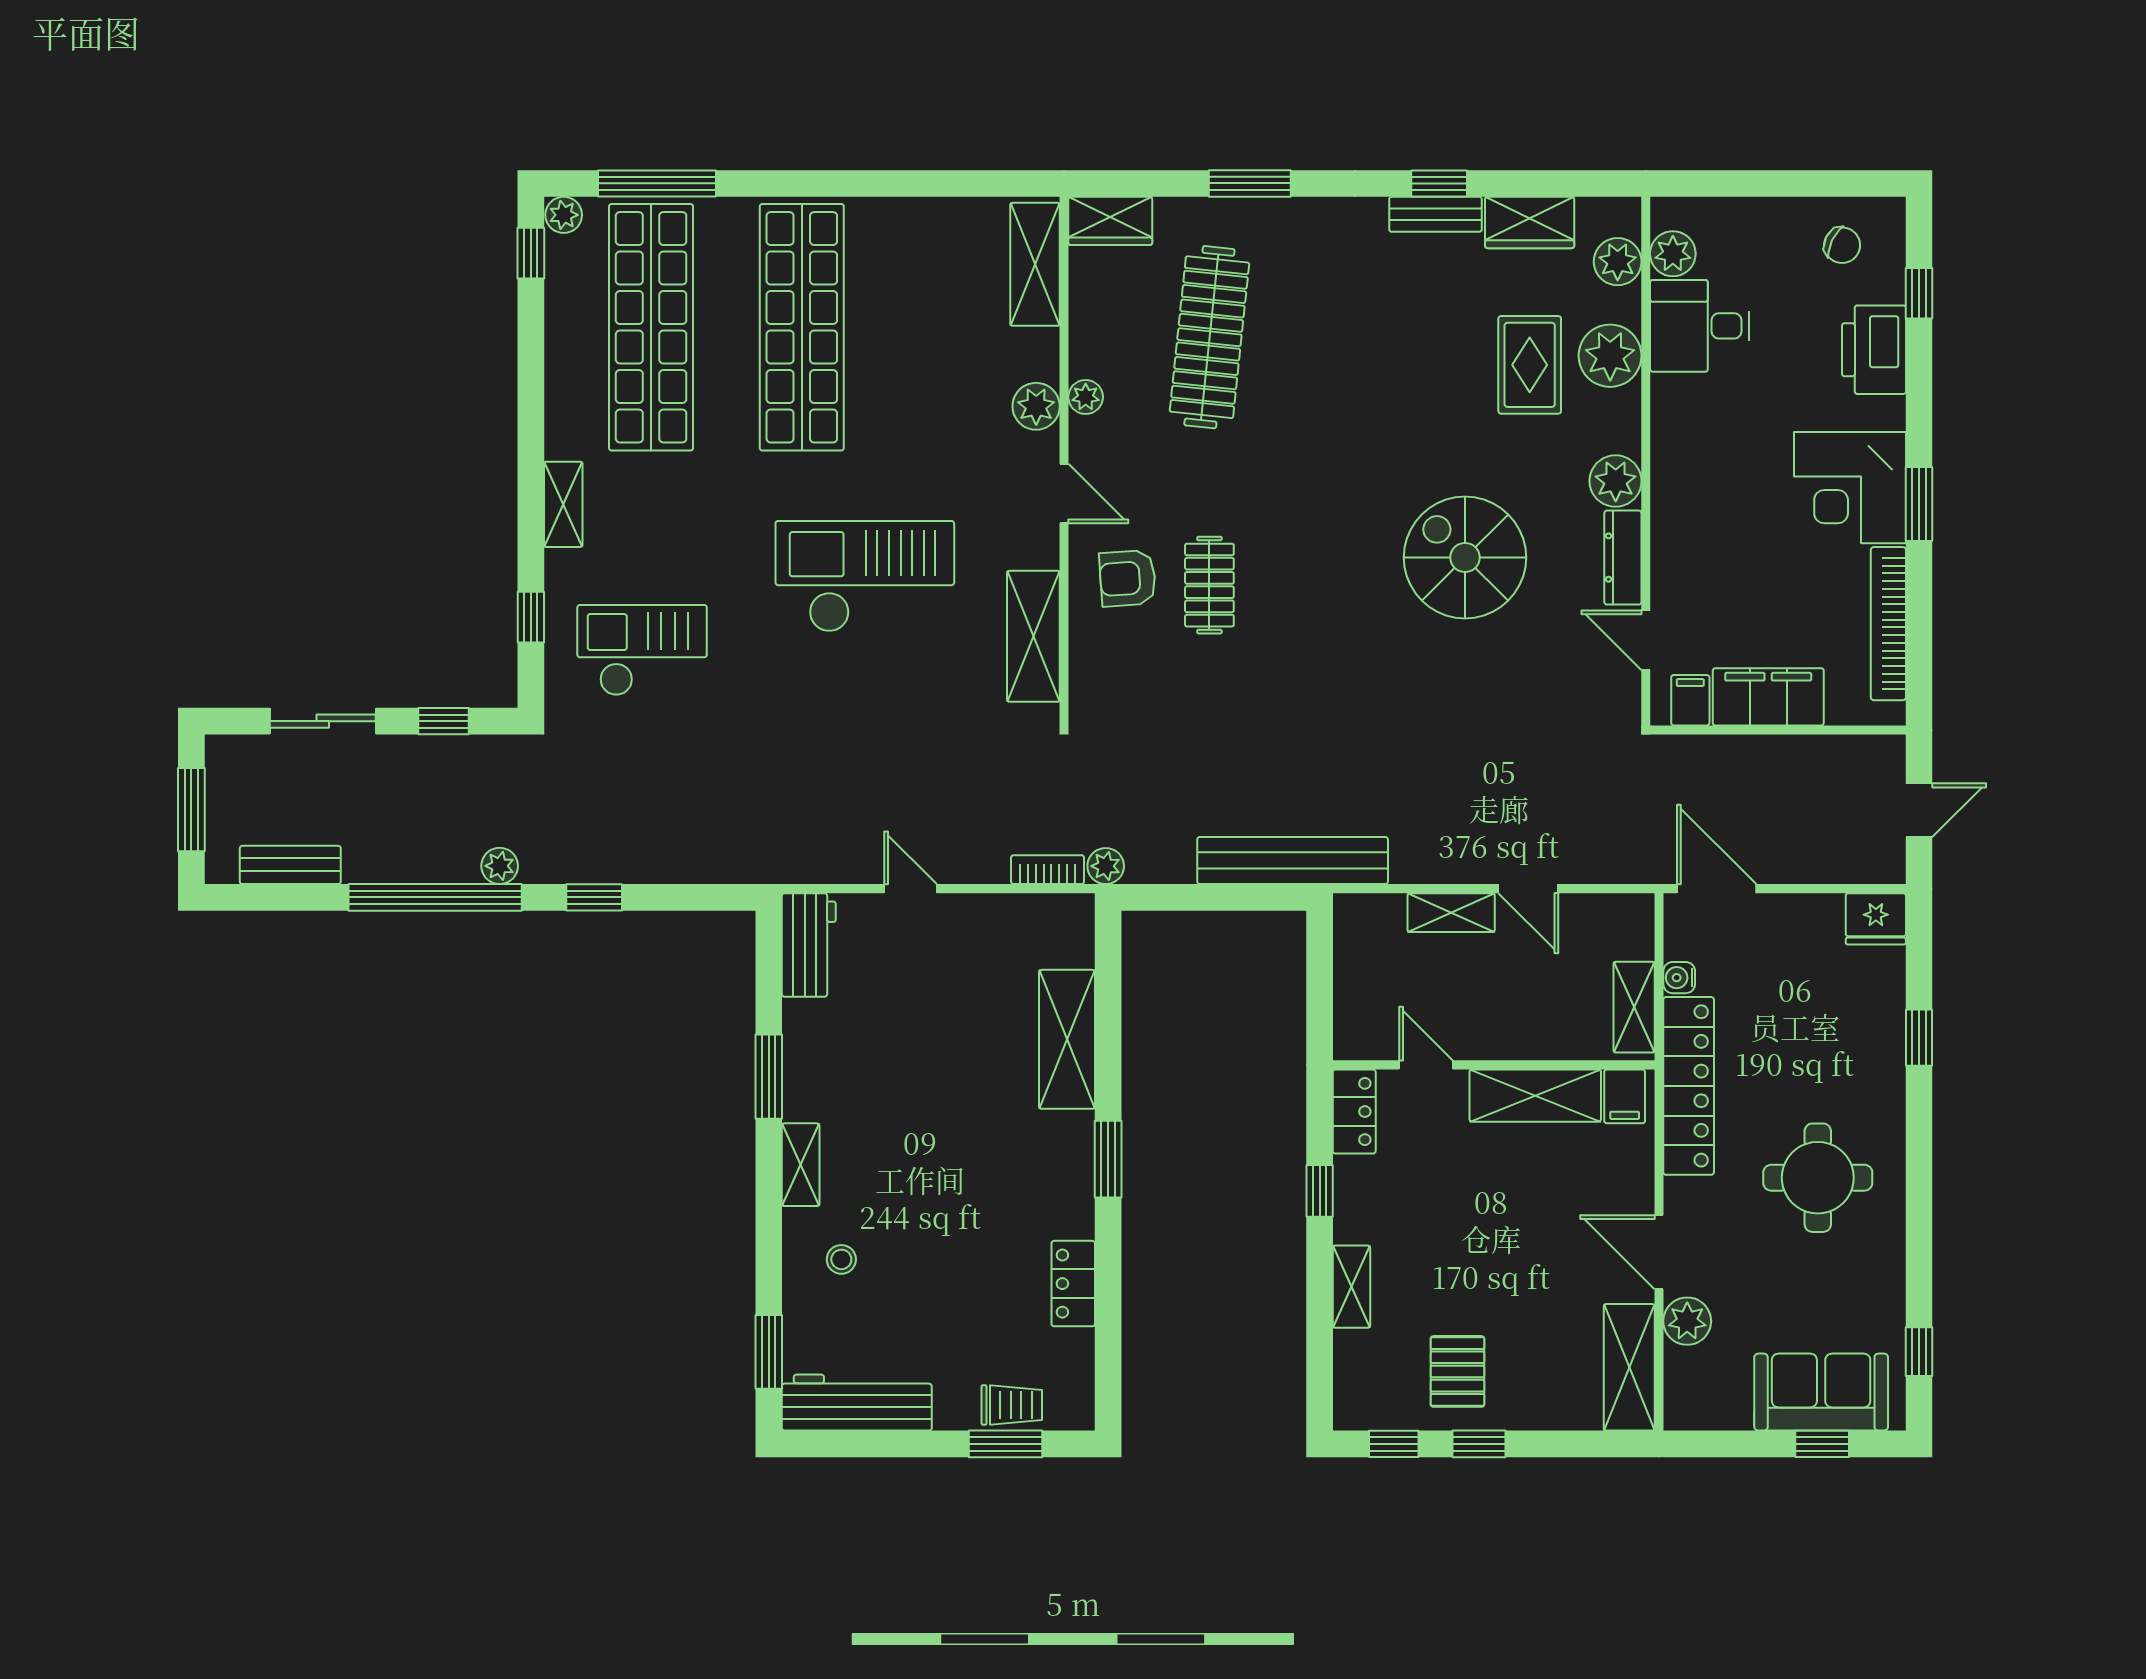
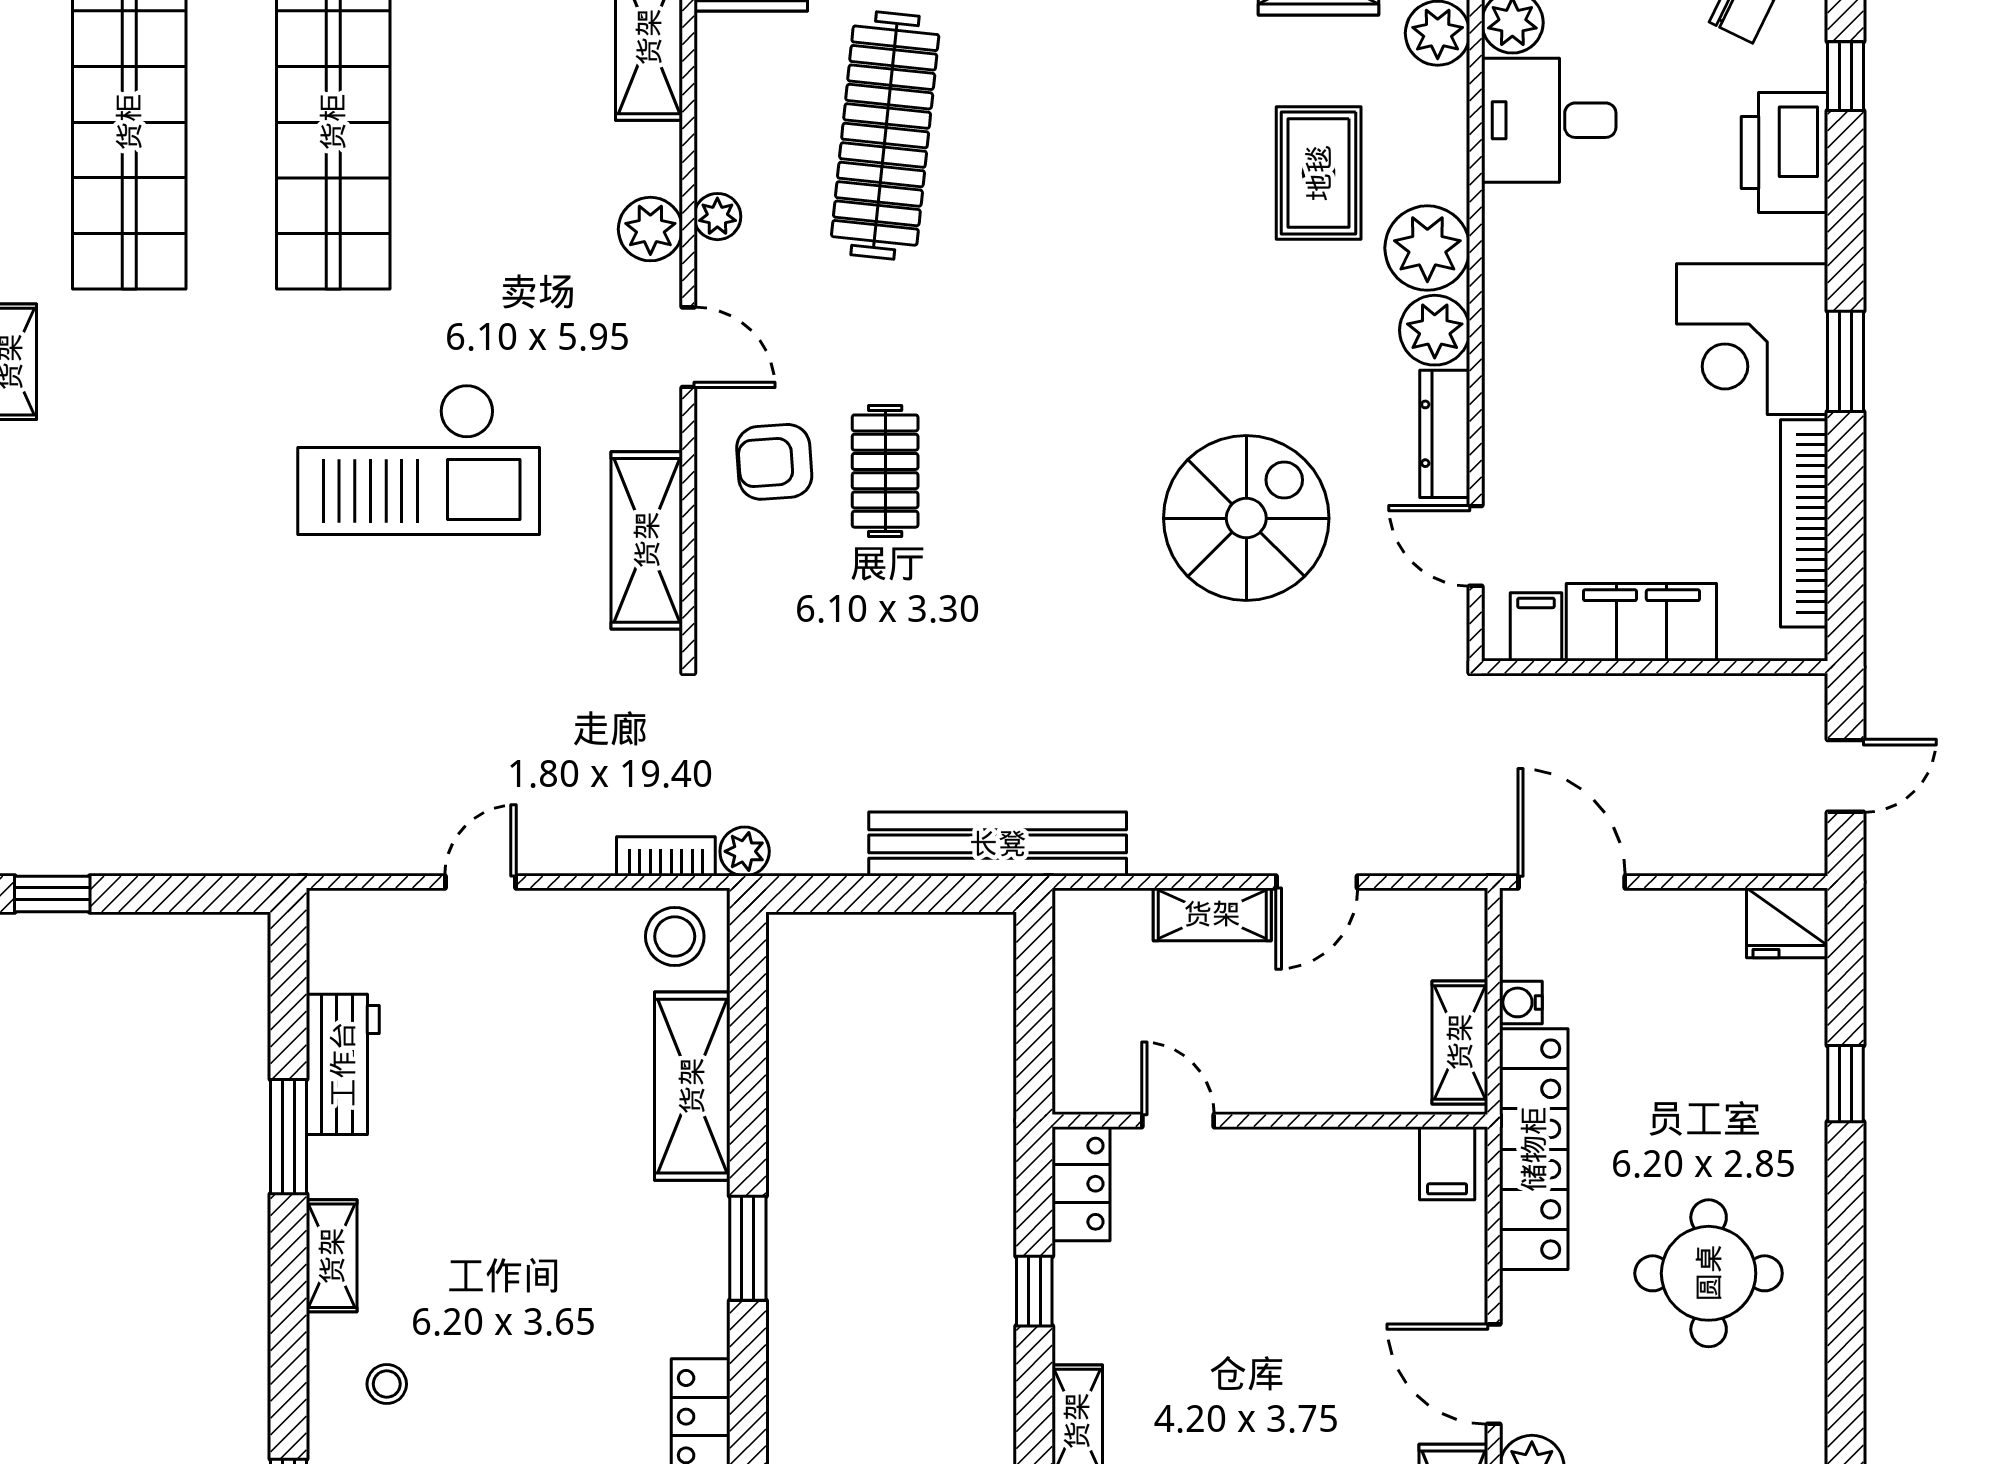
plant: (1610, 356) -> (1427, 248), moved
spiral stairs: (1465, 558) -> (1246, 518), moved, turned 90
checkout: (865, 576) -> (419, 459), turned 180
checkout: (642, 650) -> (117, 559), removed
door: (911, 889) -> (480, 882), hinge flipped
door: (1528, 889) -> (1317, 882), hinge flipped
stool: (1054, 929) -> (675, 936), added
workbench: (809, 945) -> (343, 1064), moved
shelving: (1535, 1096) -> (1326, 1162), removed

